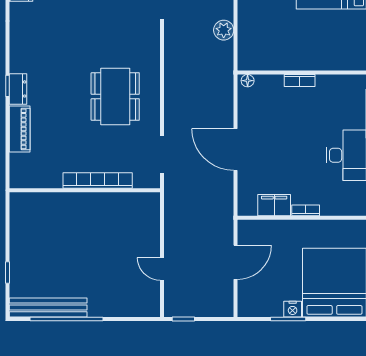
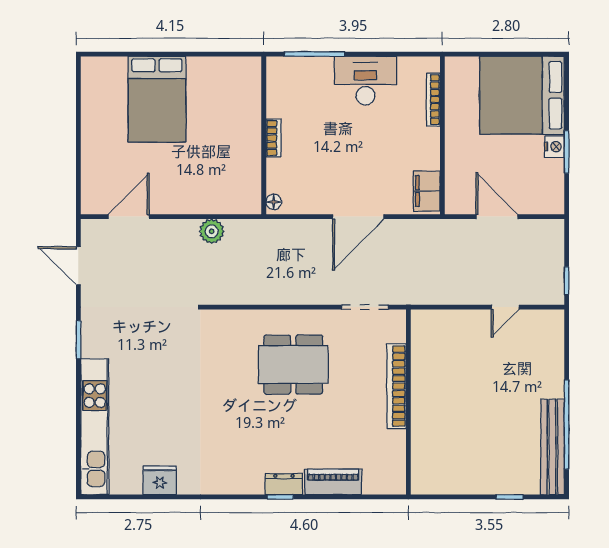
filing cabinet: (274, 205) -> (427, 191), moved
bookcase: (306, 210) -> (433, 100), moved, width x1.56

